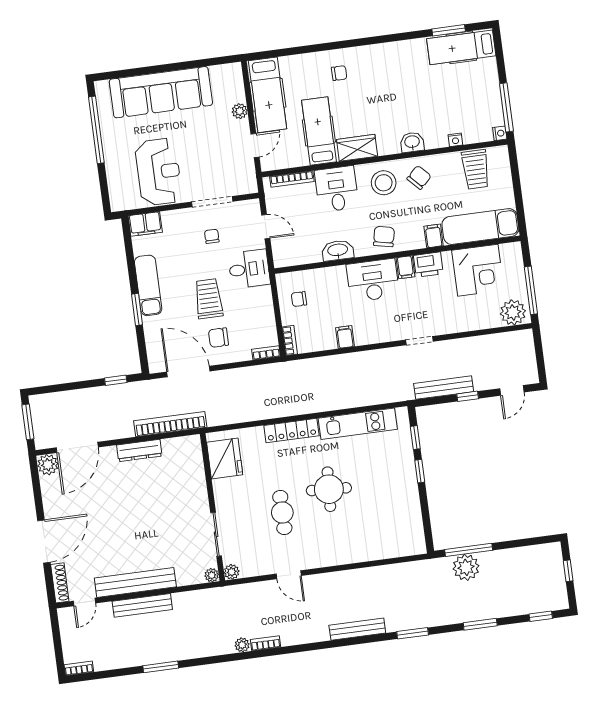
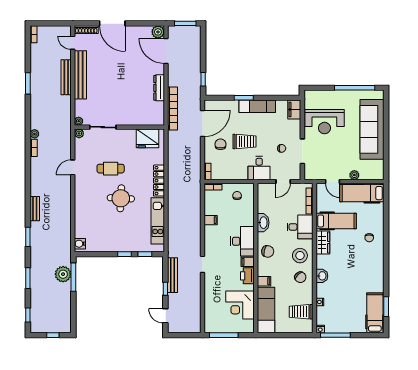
plant: (513, 312) -> (212, 323), removed
water cooler: (412, 546) -> (80, 244), added
bench: (357, 629) -> (35, 209), width x0.73

